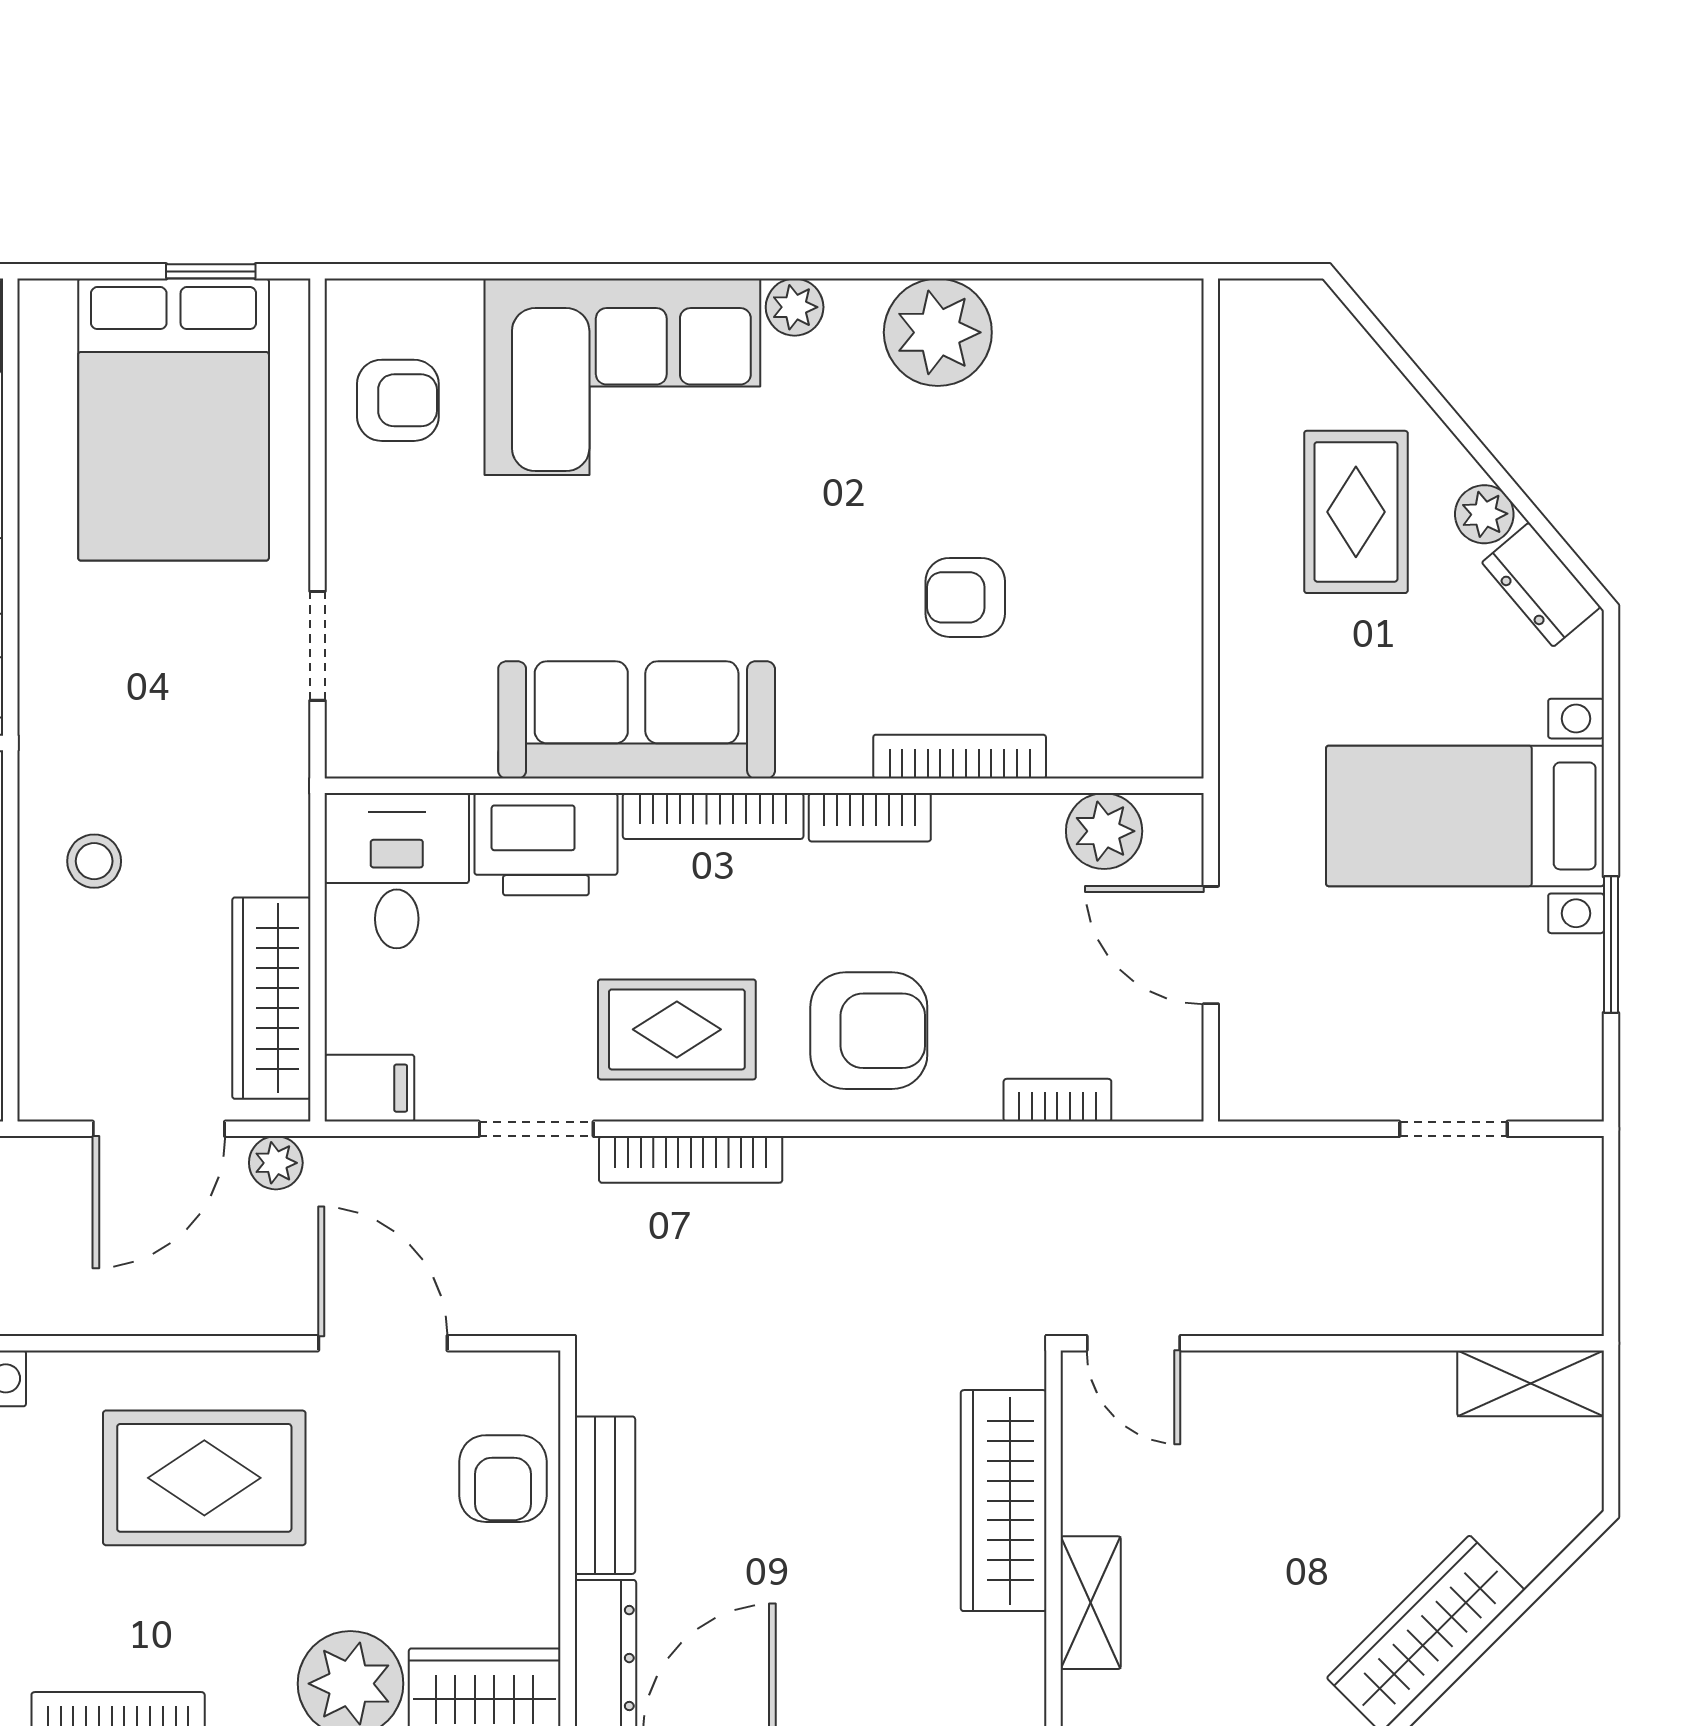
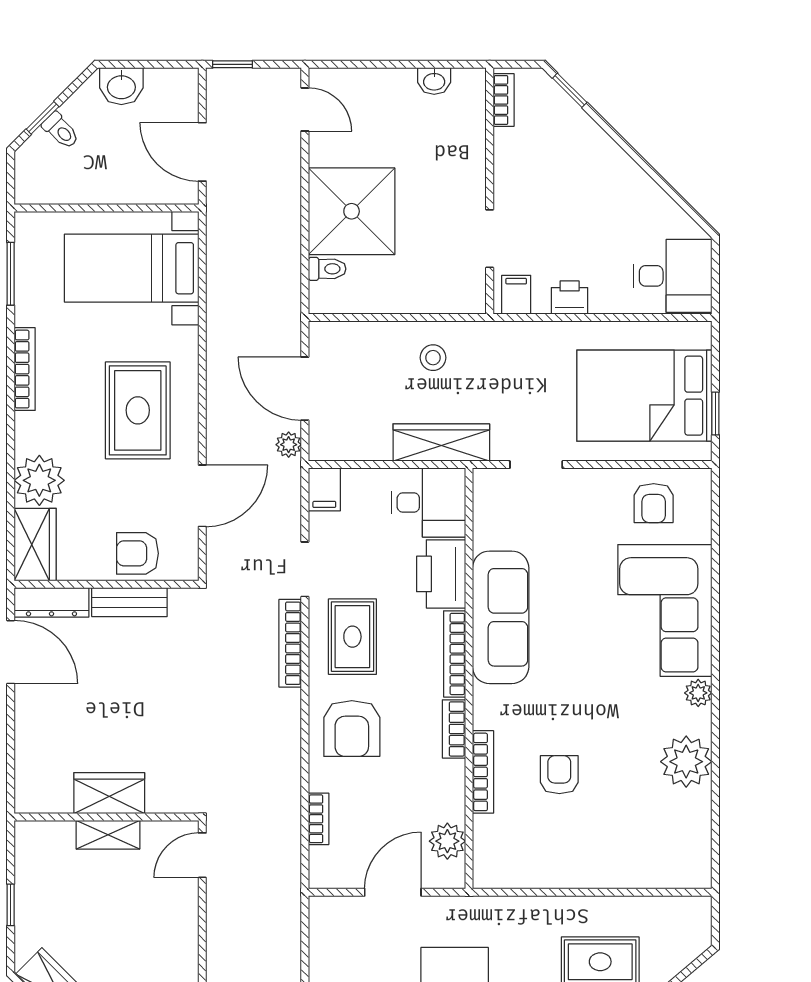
wardrobe: (271, 998) -> (441, 442), moved
wardrobe: (1004, 1501) -> (109, 793), width x0.67
shelving: (1091, 1603) -> (108, 835), moved

